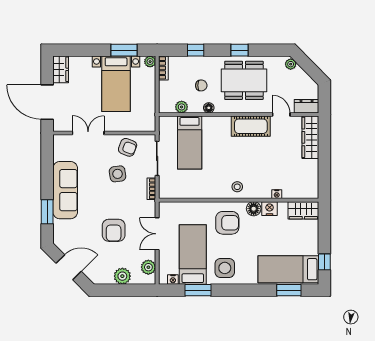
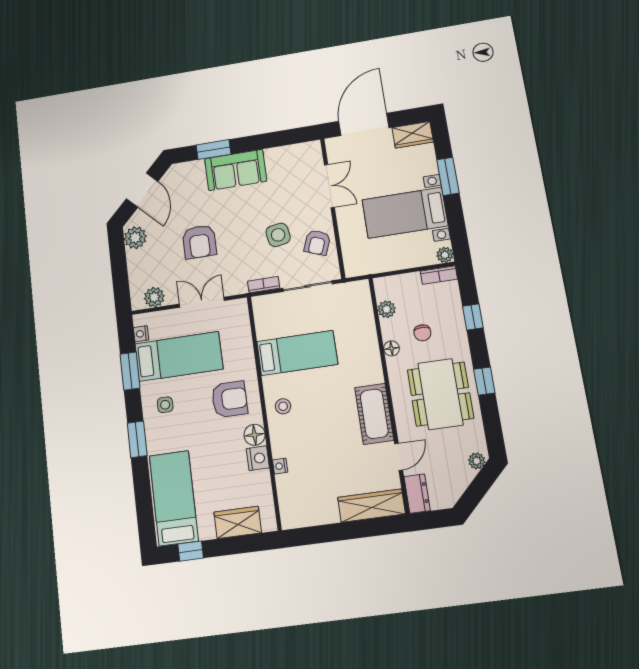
window: (124, 50) -> (448, 176), moved
bed: (190, 142) -> (297, 353), moved, turned 180
sofa: (65, 190) -> (236, 170), width x0.73
wardrobe: (303, 210) -> (238, 522), moved, turned 90
armchair: (227, 223) -> (230, 399), turned -90
armchair: (114, 230) -> (199, 242), turned -90
side table: (225, 268) -> (165, 405), width x0.54, depth x0.54
plant: (122, 276) -> (135, 238), moved
window: (289, 290) -> (137, 439), moved

